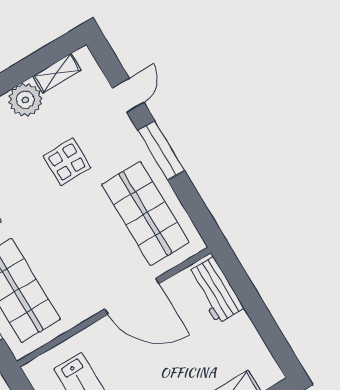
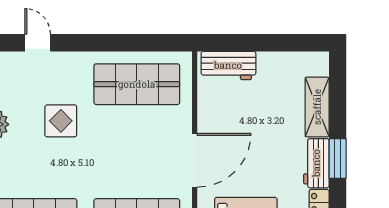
window: (161, 151) -> (96, 43), removed
door: (132, 296) -> (195, 160), moved

